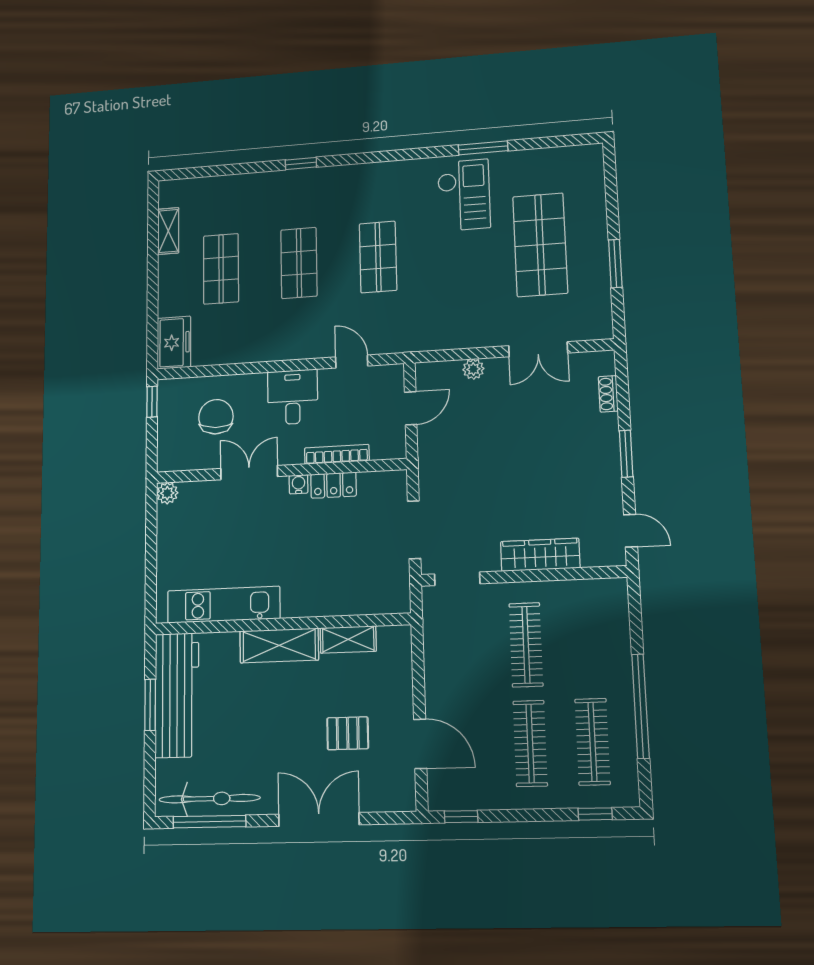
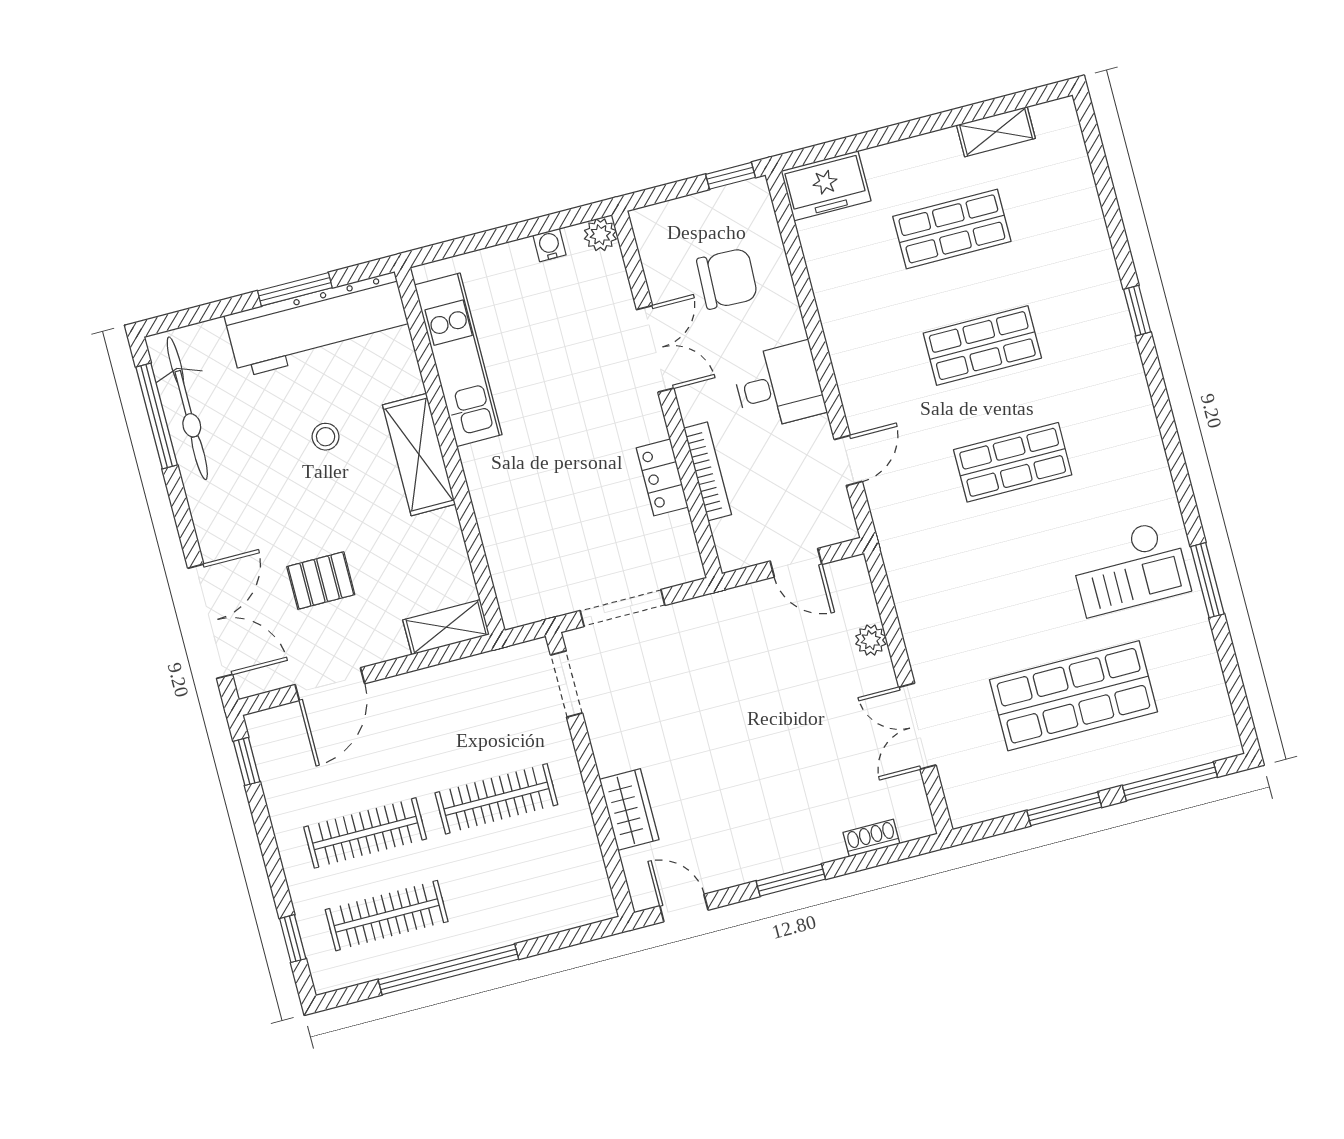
window: (611, 193) -> (1170, 781), added
water cooler: (299, 484) -> (550, 245), moved, turned -90
door: (631, 531) -> (684, 908), swing flipped
wardrobe: (540, 555) -> (629, 809), width x0.67
shelving: (348, 639) -> (446, 627), moved, turned 90
stool: (252, 707) -> (326, 437), added
pallet: (348, 733) -> (321, 581), turned 90
double door: (319, 819) -> (210, 621), moved

